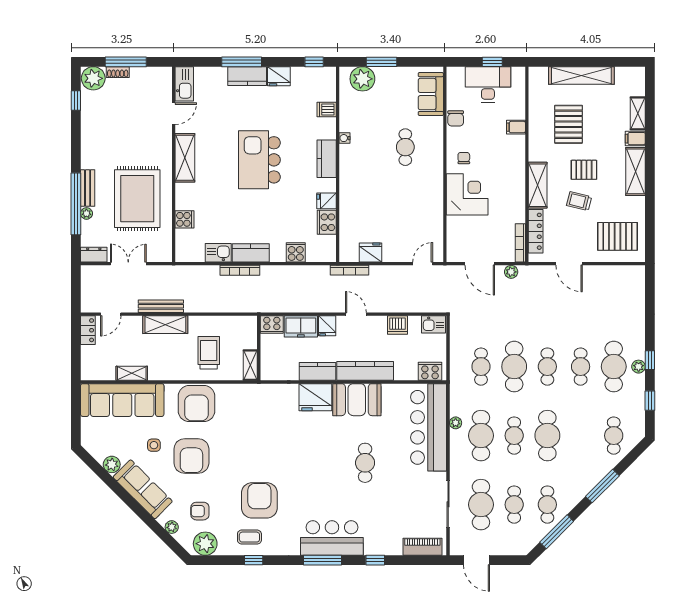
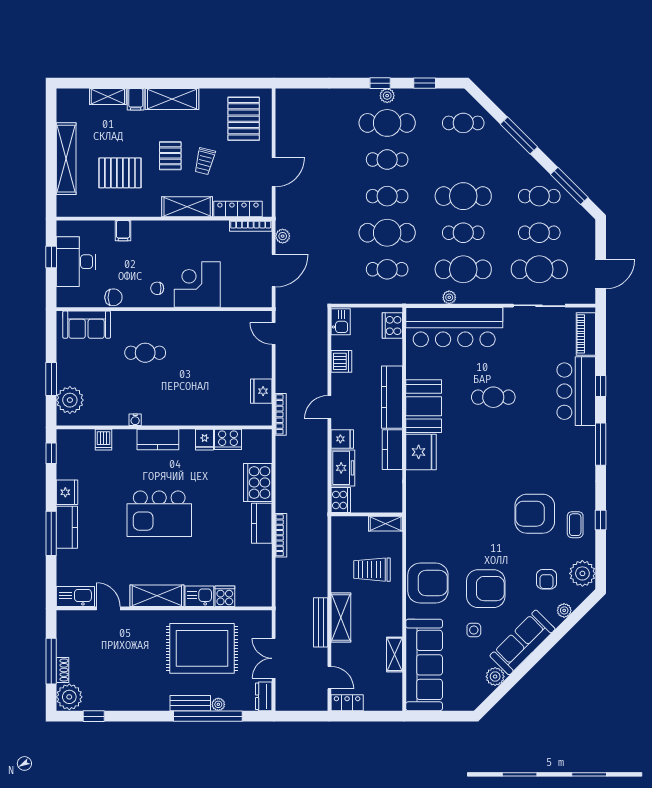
cooker: (296, 252) -> (258, 482), width x1.87, depth x1.31
kitchen sink: (218, 253) -> (199, 596), moved, turned 90
bar counter: (332, 538) -> (576, 391), moved

